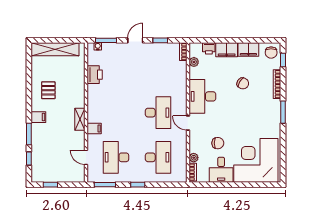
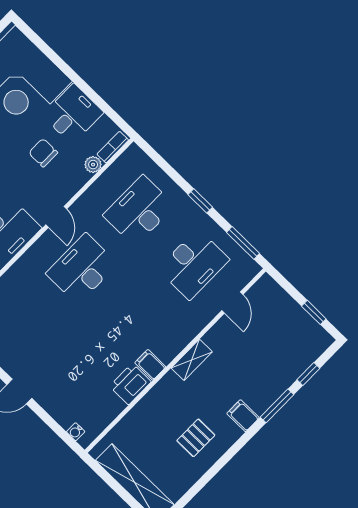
window: (106, 40) -> (57, 429), removed
printer: (95, 75) -> (130, 384), moved
filing cabinet: (94, 129) -> (150, 365), moved

